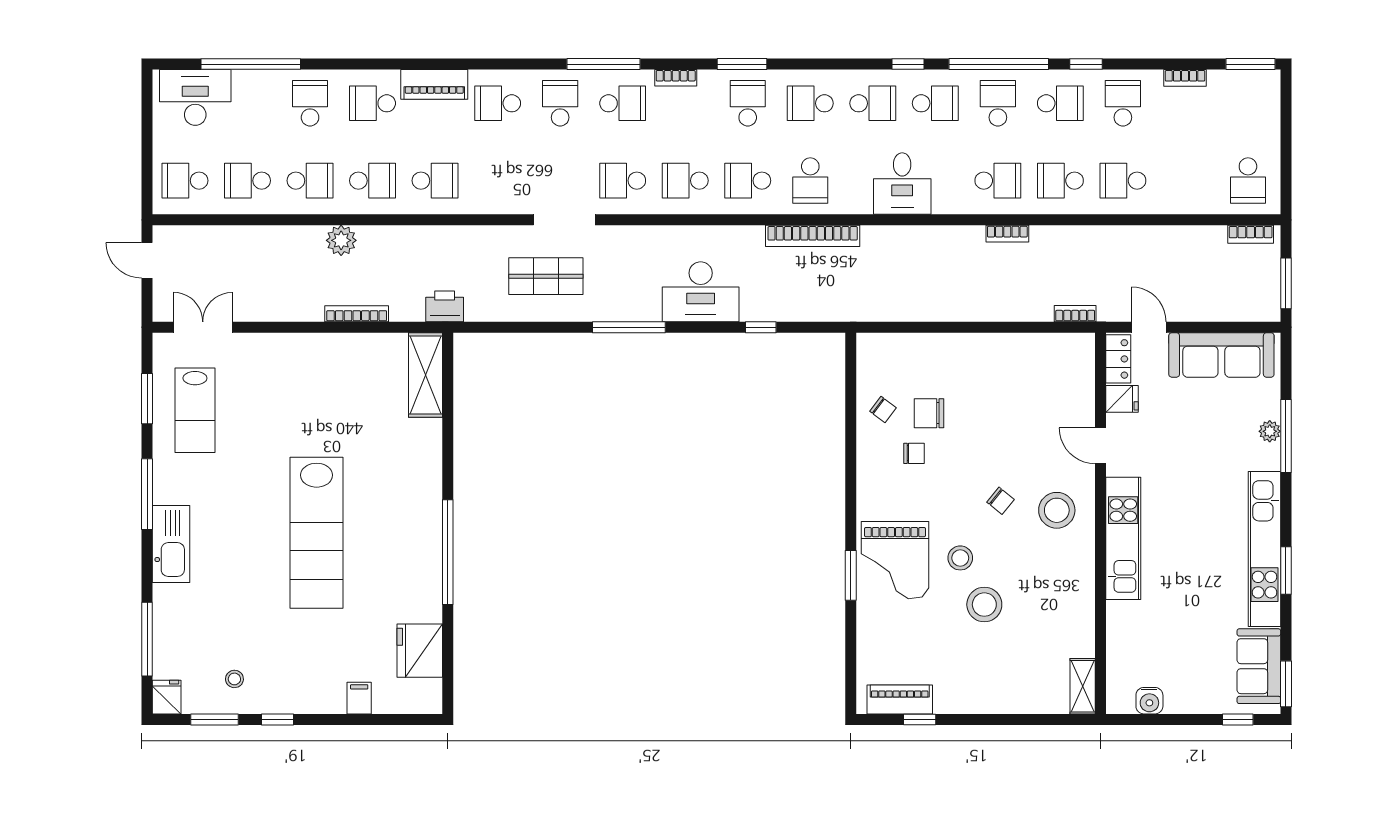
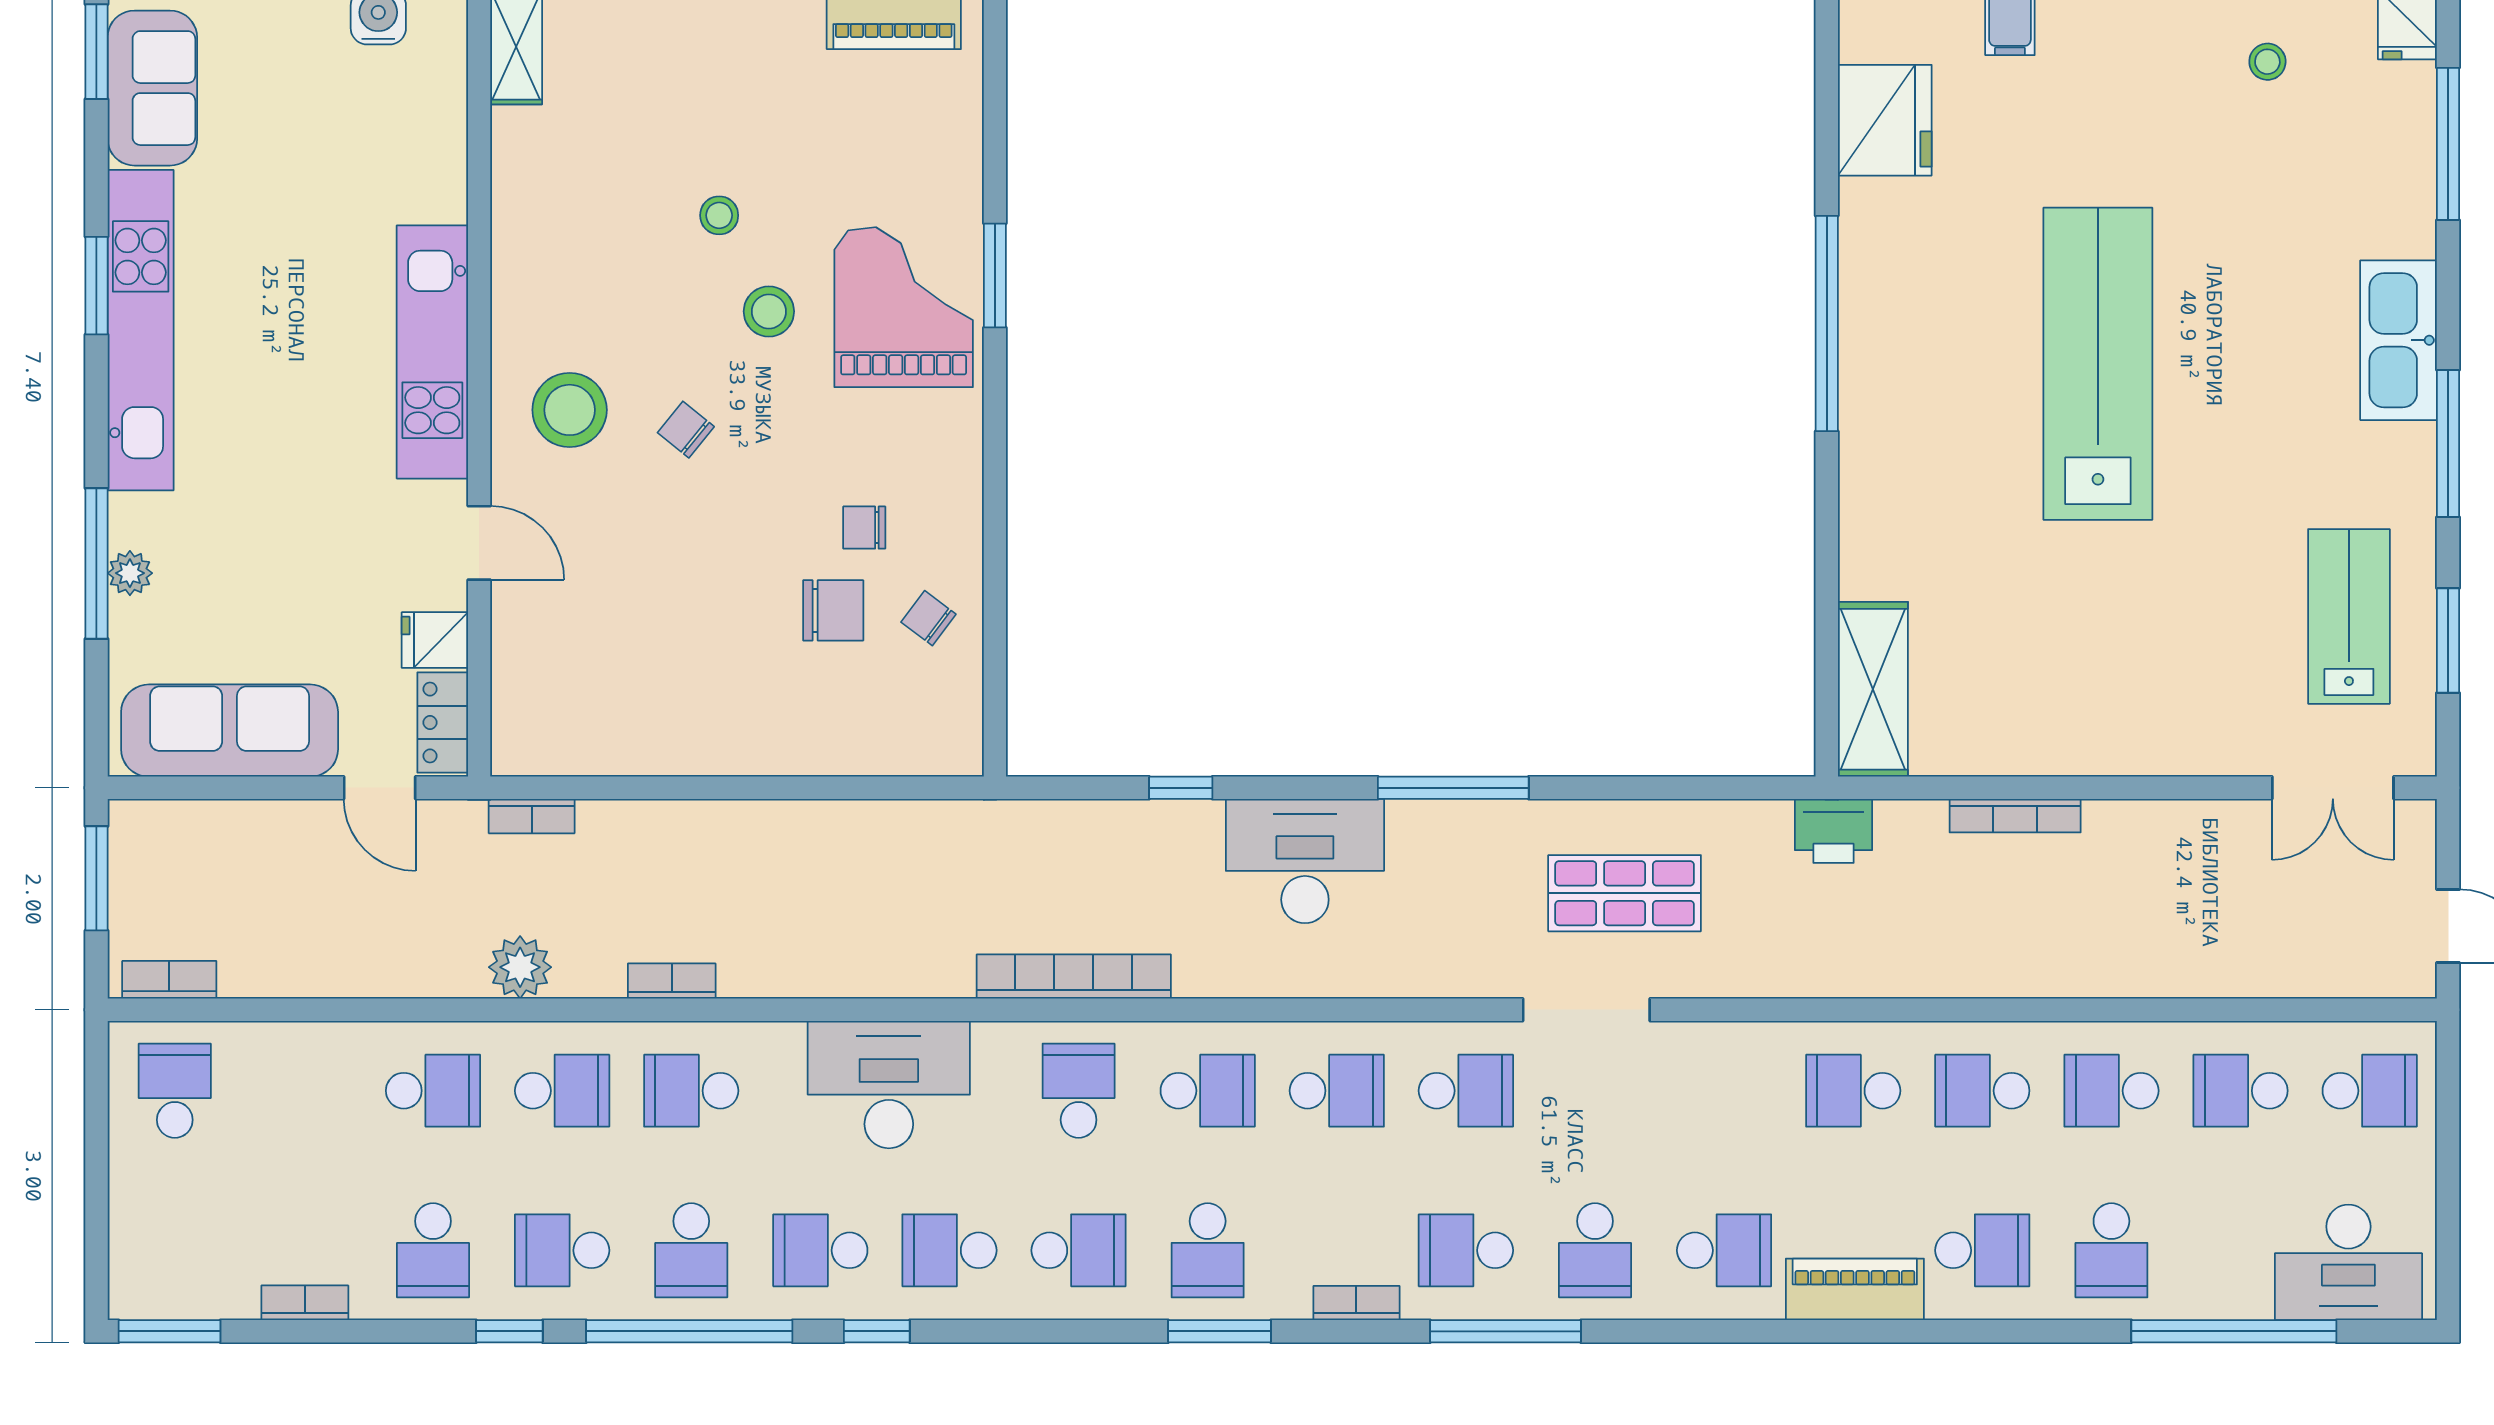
school desk: (247, 181) -> (2241, 1091), turned 180
desk: (902, 184) -> (889, 1085), width x1.37
plant: (341, 240) -> (520, 967), moved
stool: (984, 605) -> (719, 215), width x0.53, depth x0.53

